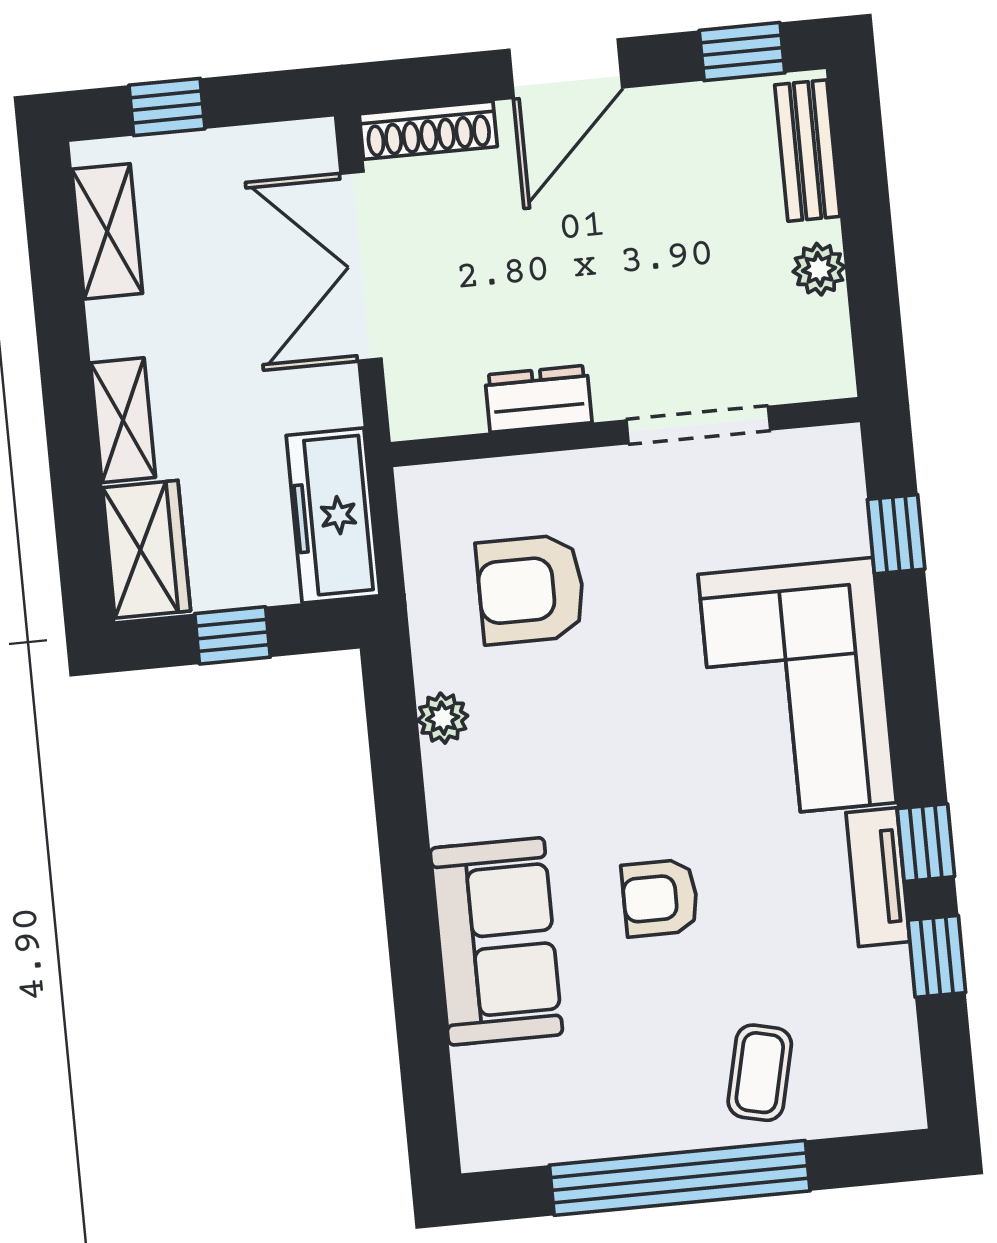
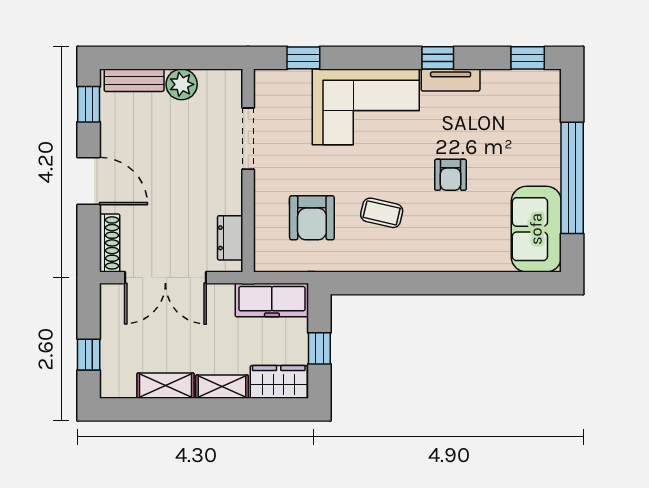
shelving: (107, 231) -> (166, 386), moved
plant: (819, 269) -> (182, 84), width x1.38, depth x1.38
dresser: (538, 399) -> (230, 238), moved
plant: (443, 718) -> (364, 261), removed
sofa: (496, 941) -> (536, 229), moved, turned -90
window: (937, 956) -> (528, 58), moved
coffee table: (760, 1073) -> (382, 213), moved

